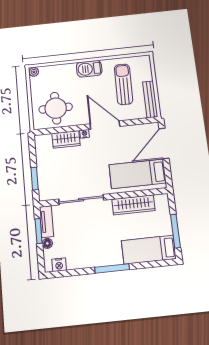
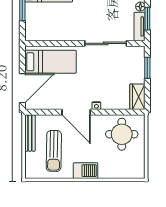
plant: (34, 72) -> (140, 174), removed
wardrobe: (66, 139) -> (137, 97), moved, turned -90
wardrobe: (133, 205) -> (58, 33), removed

